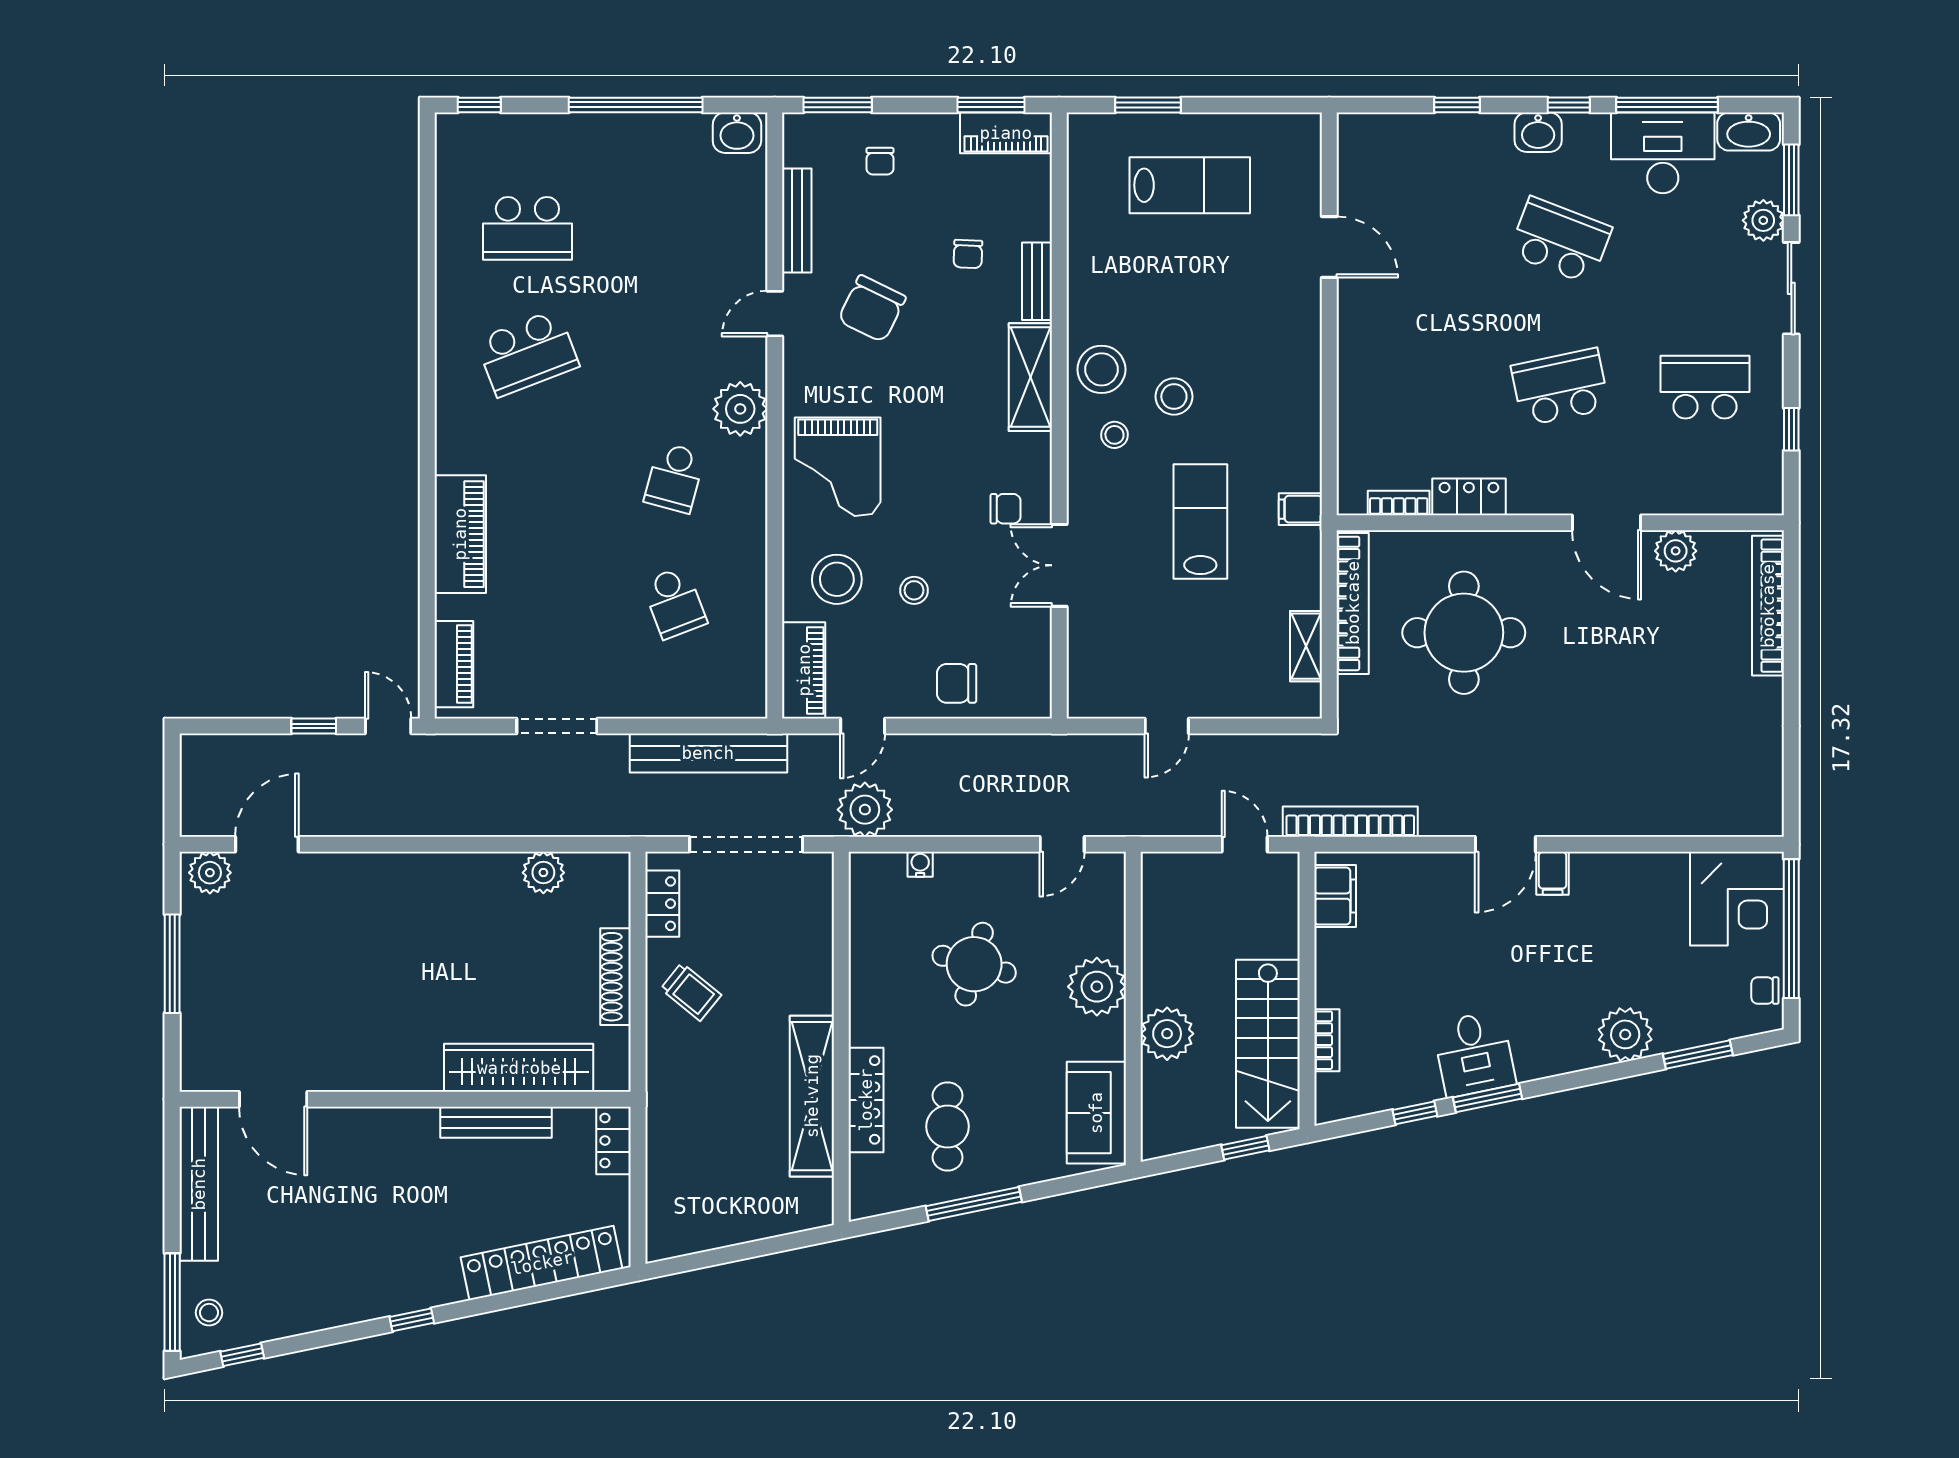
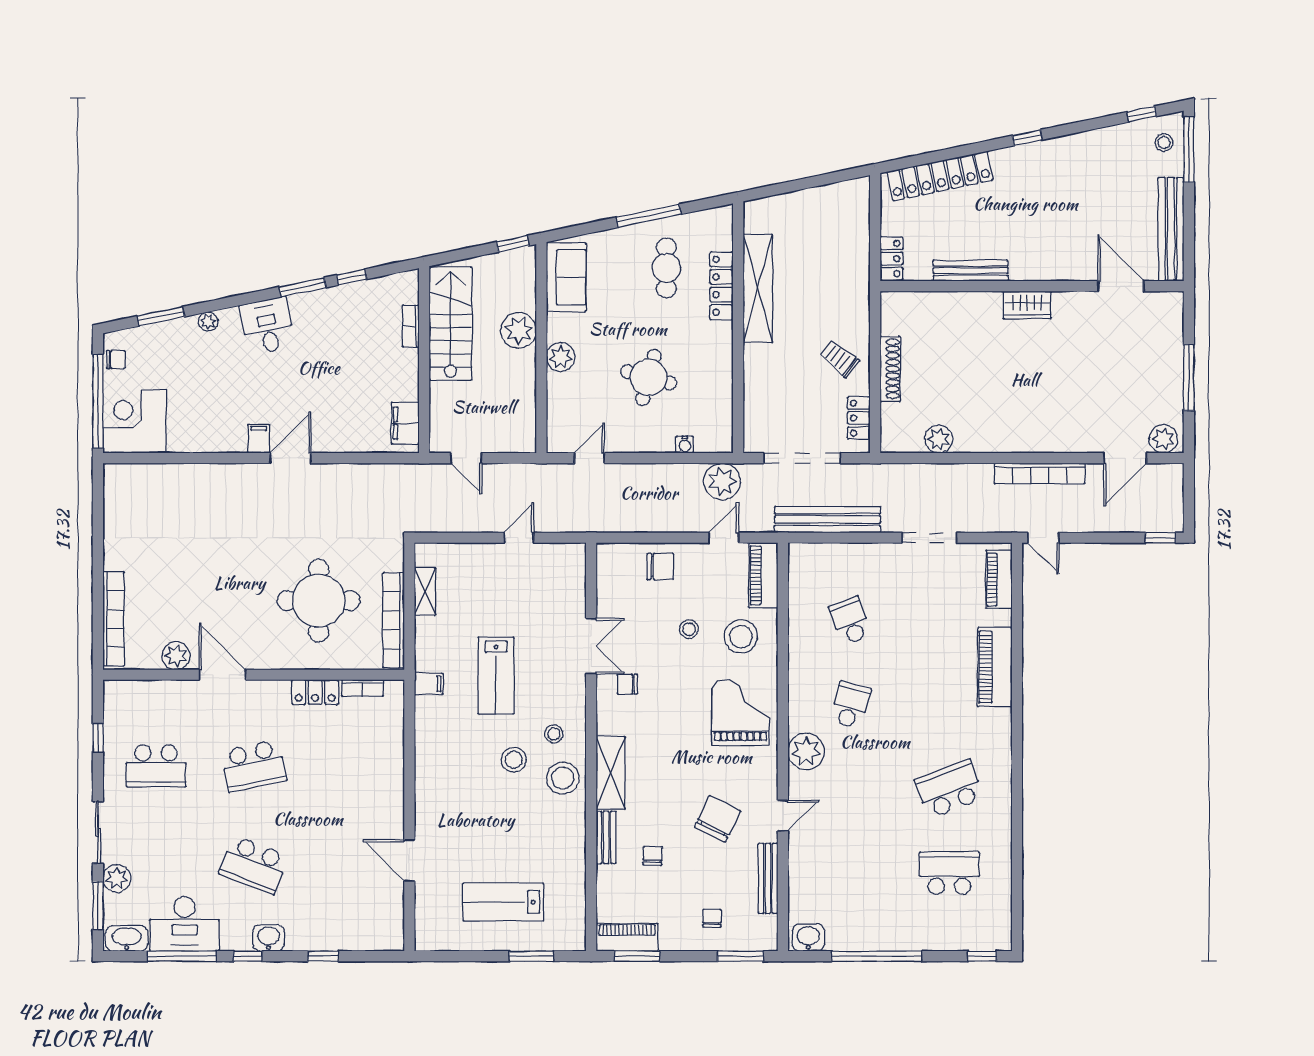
window: (314, 726) -> (1160, 538), moved
bookcase: (1350, 822) -> (1040, 473), moved
plant: (1097, 987) -> (561, 357), width x0.73, depth x0.73
plant: (1625, 1034) -> (208, 322), width x0.53, depth x0.53
desk: (1474, 1054) -> (267, 326), moved
wardrobe: (519, 1068) -> (1027, 305), moved, width x0.48, depth x0.85
window: (1245, 1148) -> (513, 244), moved

